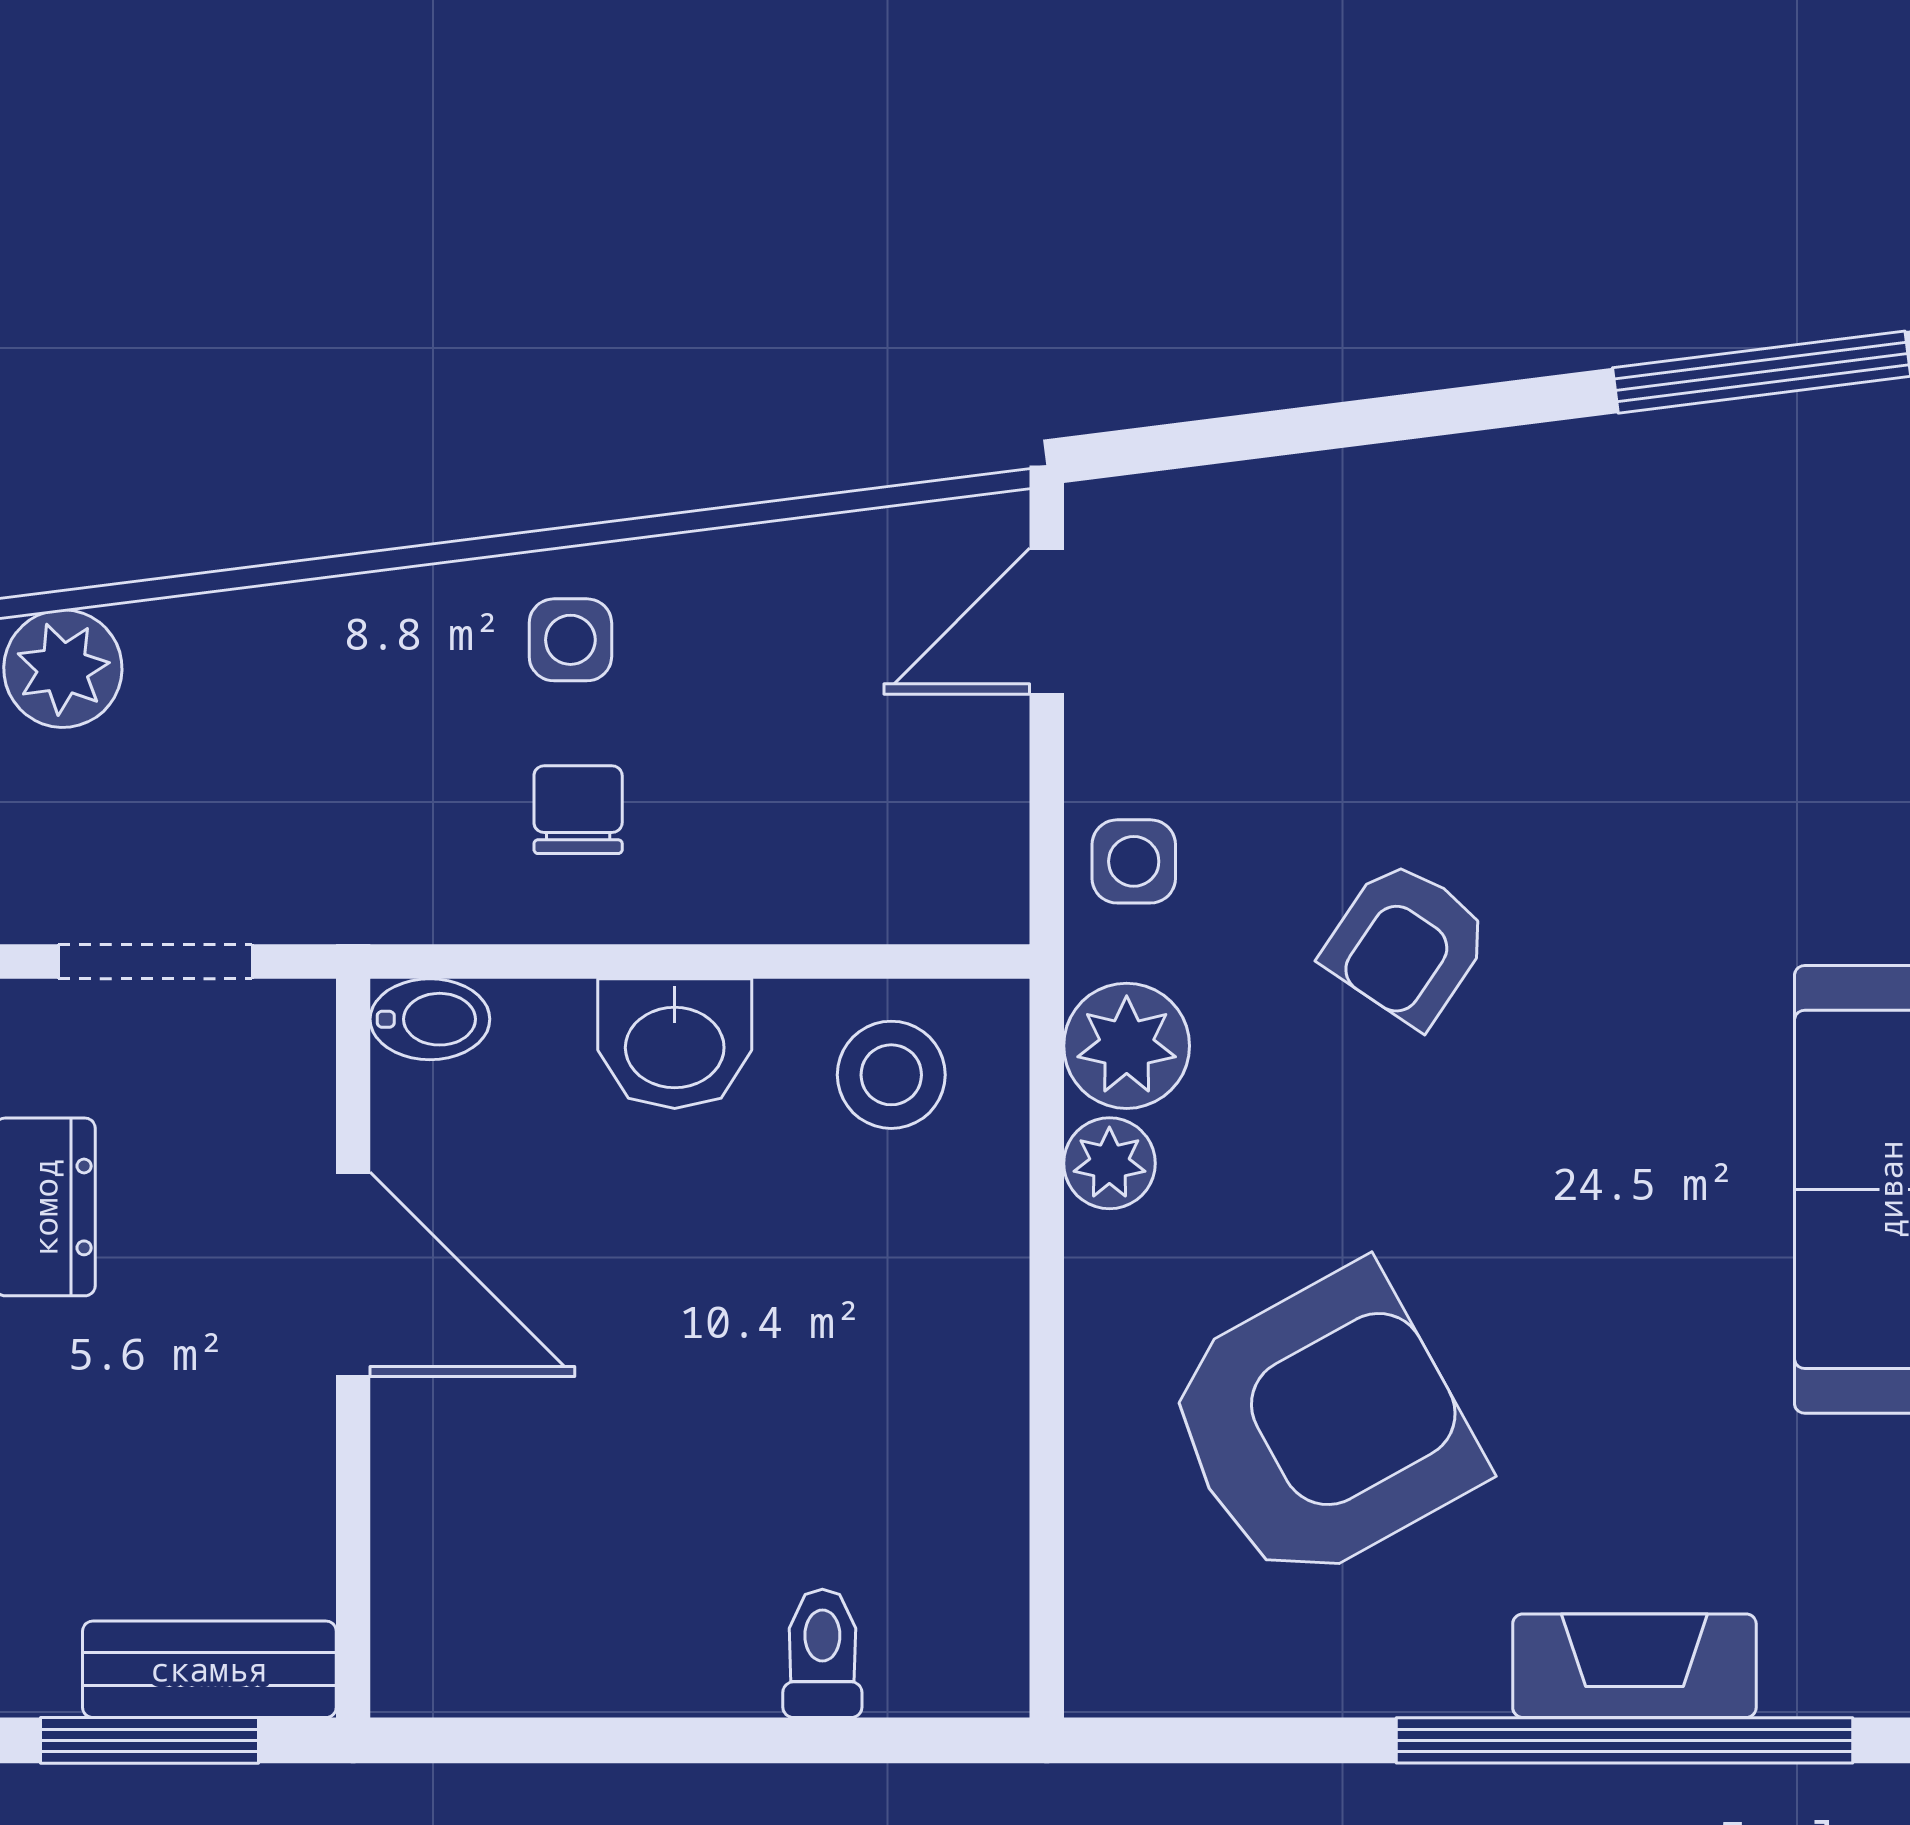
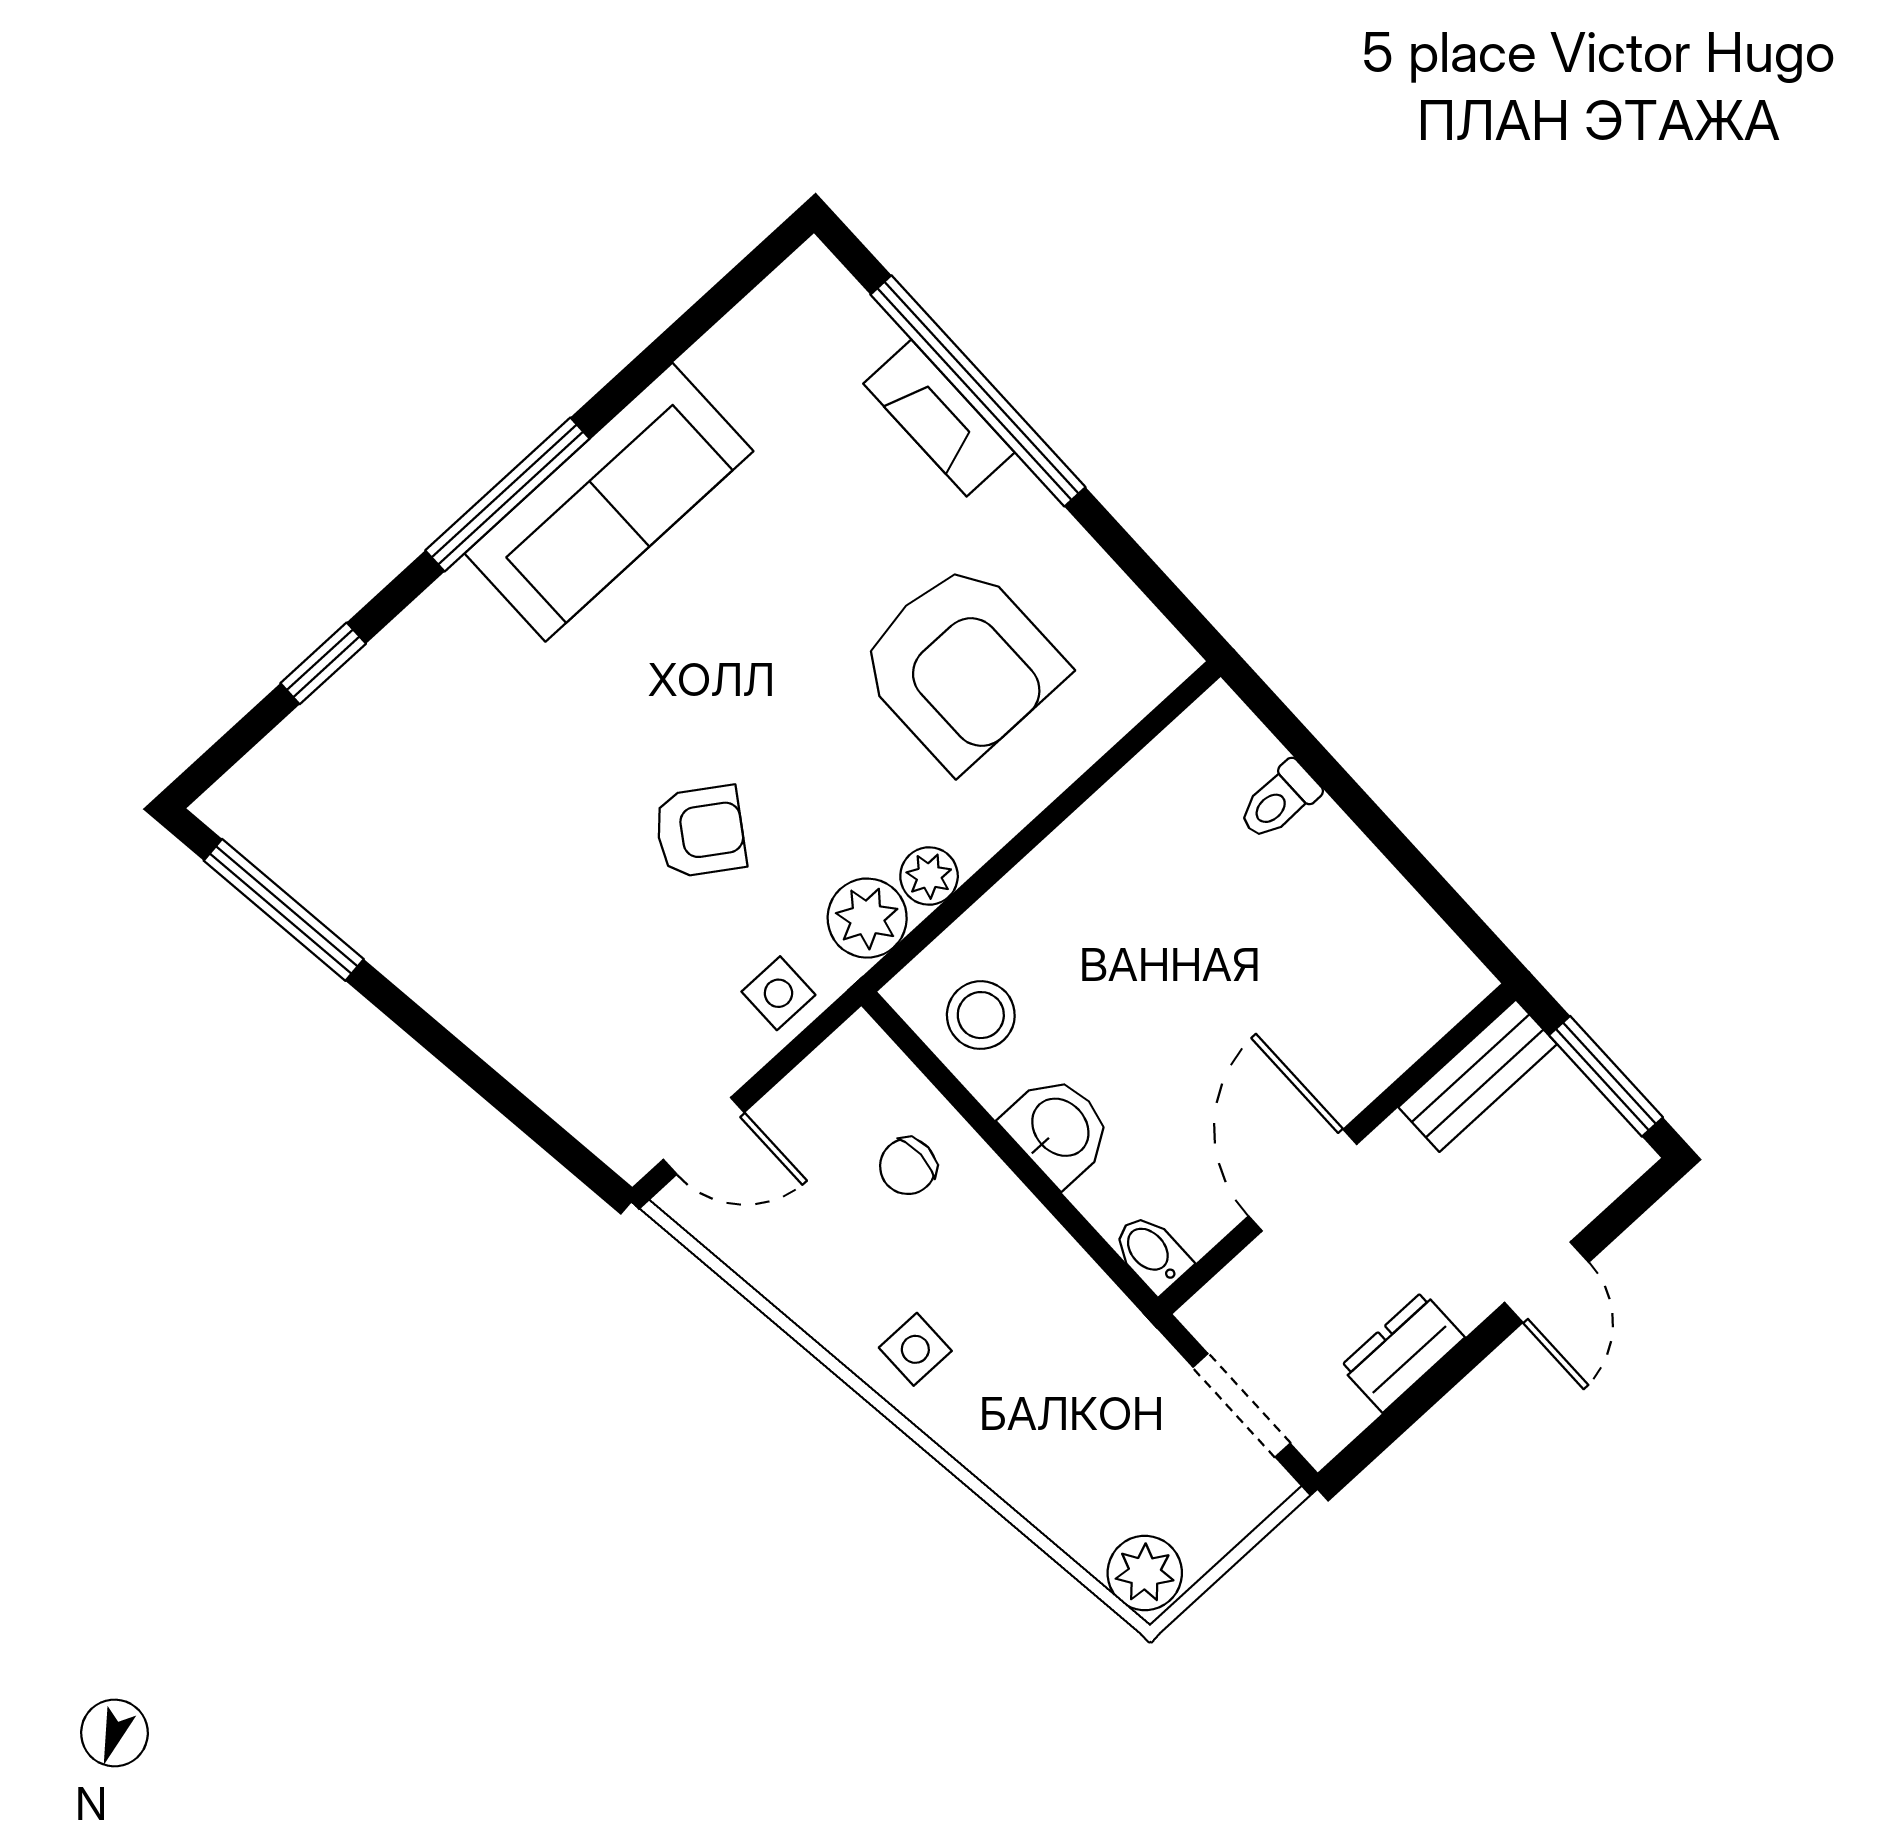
chair: (578, 810) -> (908, 1166), moved
armchair: (1322, 1426) -> (961, 665), turned -151
bench: (209, 1669) -> (1478, 1076), moved, turned 90

